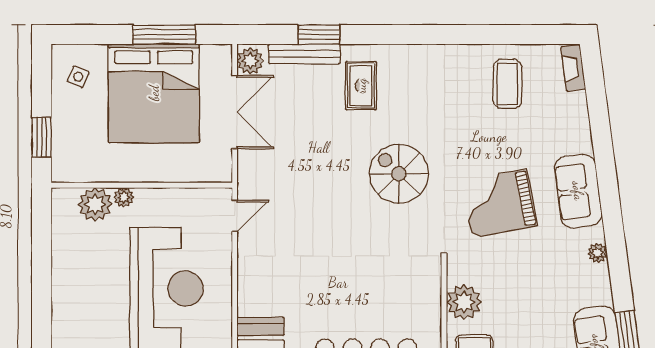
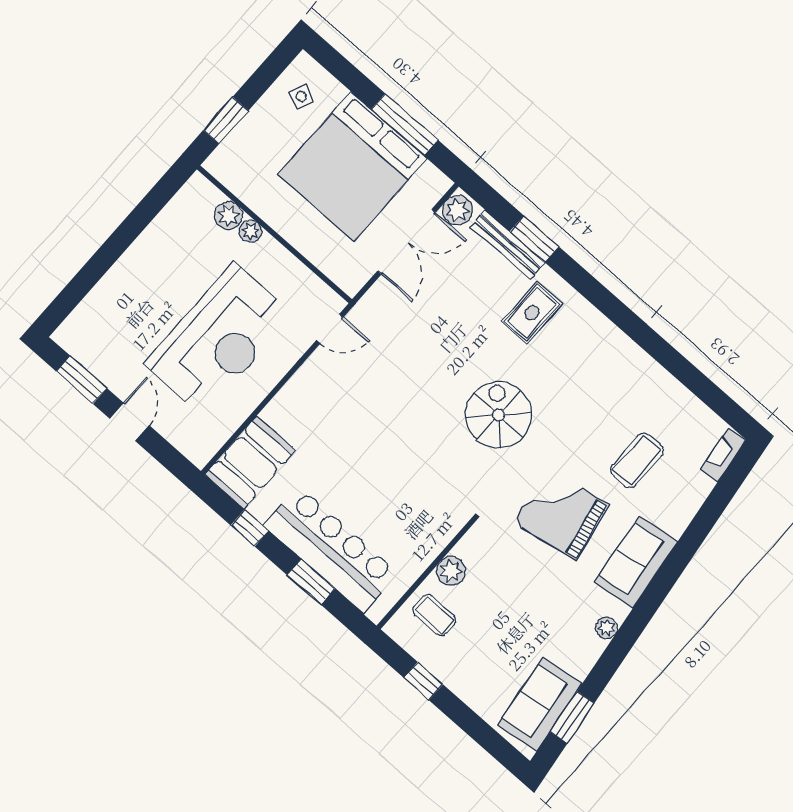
coffee table: (507, 84) -> (637, 460), moved
plant: (95, 204) -> (228, 216), width x0.73, depth x0.73
plant: (464, 302) -> (451, 571), width x0.73, depth x0.73

